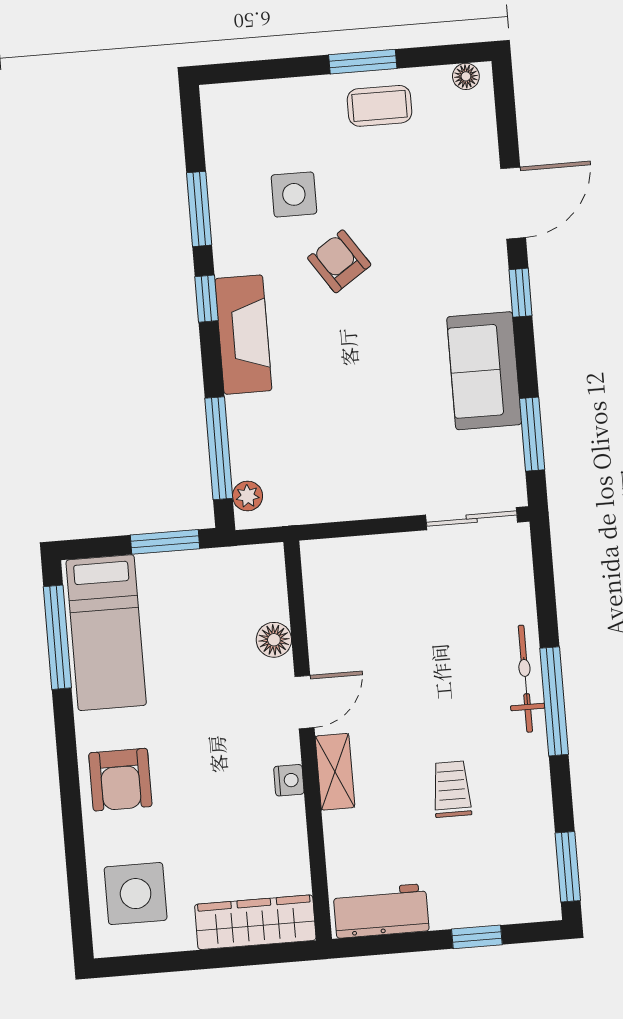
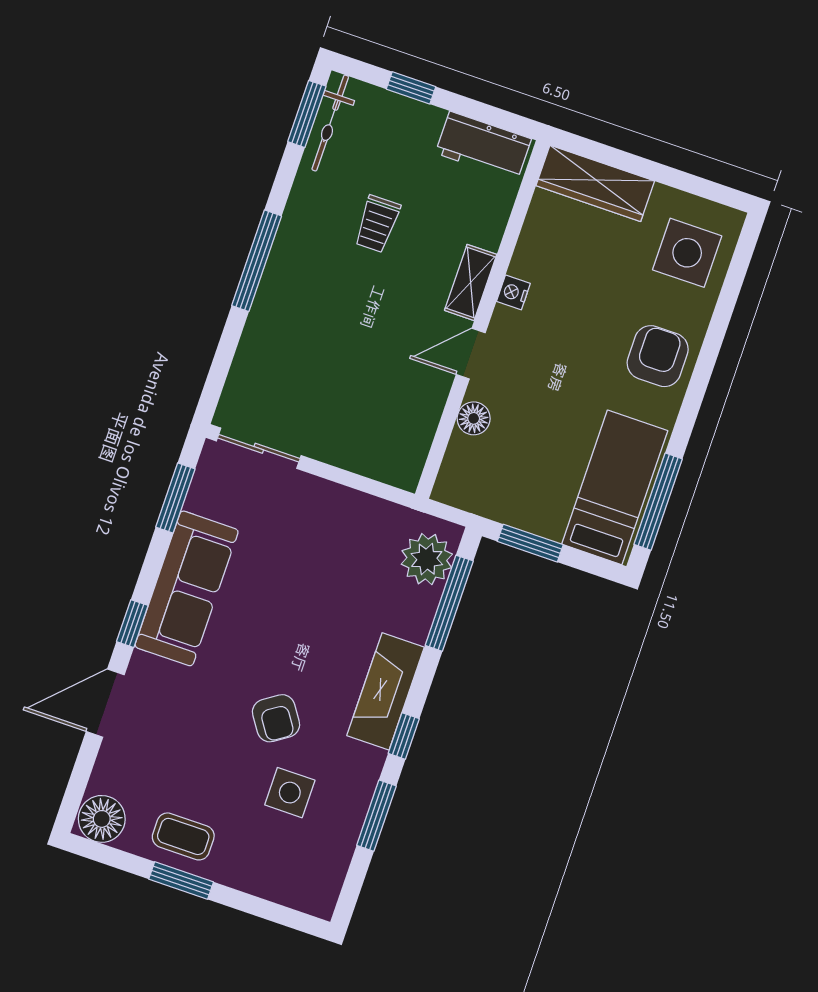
floor lamp: (466, 76) -> (102, 819), width x1.89, depth x1.89
sofa: (484, 371) -> (187, 588), width x1.36
plant: (248, 496) -> (427, 559), width x1.88, depth x1.88
bicycle: (525, 679) -> (330, 123), moved

